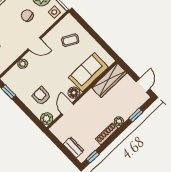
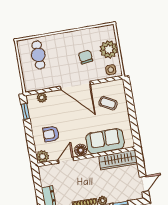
door: (34, 44) -> (75, 85), width x1.87
plant: (23, 64) -> (42, 98), moved
armchair: (41, 96) -> (51, 134), turned -90

